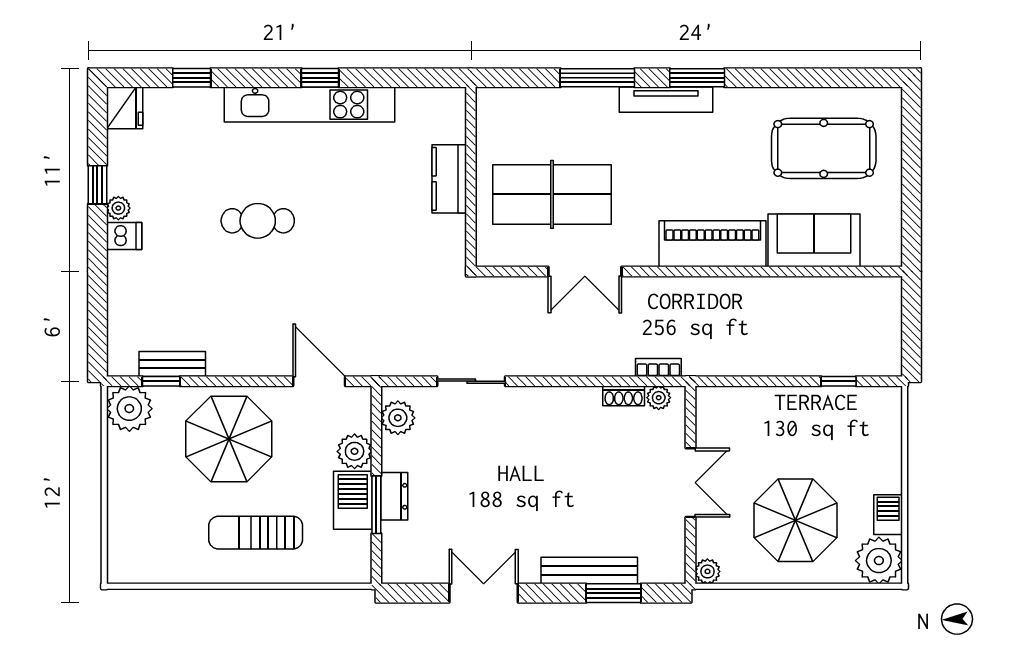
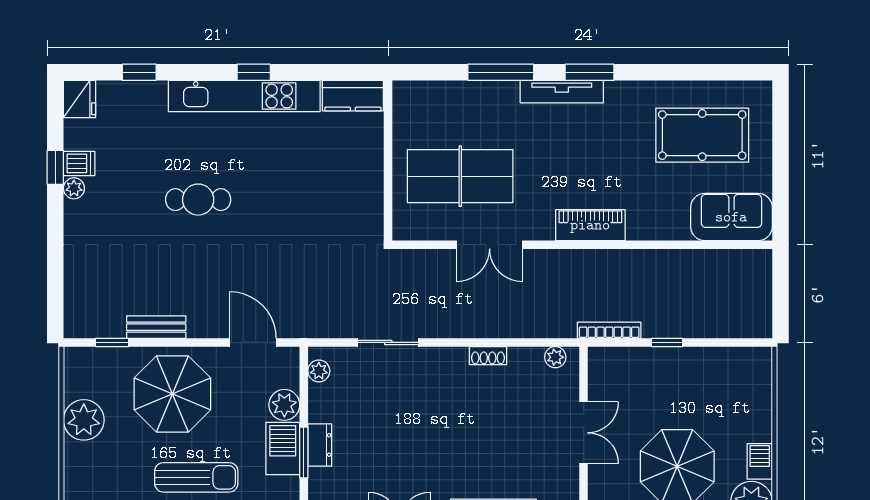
kitchen counter: (449, 179) -> (353, 96), moved, turned -90
dishwasher: (124, 236) -> (79, 163), moved
sofa: (814, 240) -> (731, 217), moved
piano: (712, 244) -> (590, 225), width x0.73, depth x0.75
bench: (172, 364) -> (156, 327), moved
bookcase: (658, 368) -> (609, 330), moved, width x1.56
window: (839, 381) -> (667, 342), moved
shoe rack: (624, 396) -> (488, 356), moved
plant: (129, 409) -> (84, 420), moved
plant: (398, 418) -> (319, 371), width x0.73, depth x0.73
sun lounger: (256, 533) -> (196, 477), turned 180

